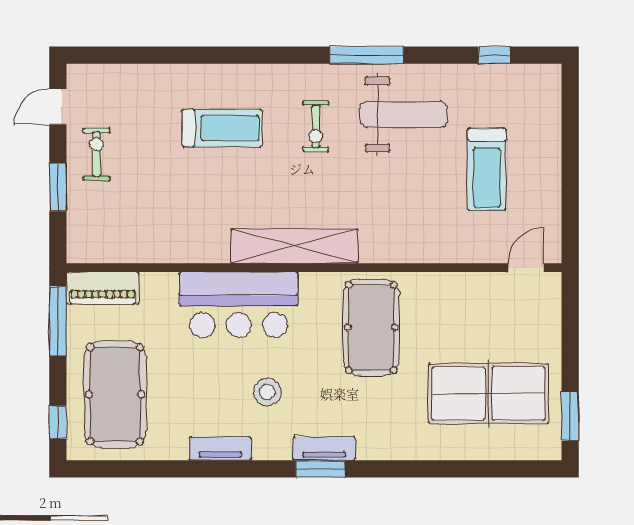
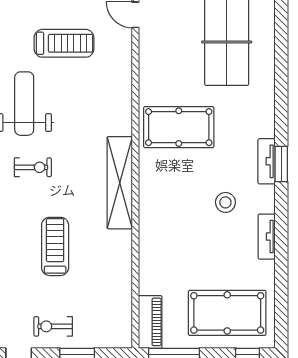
treadmill: (222, 128) -> (55, 246), moved
bar counter: (239, 305) -> (162, 223), removed

